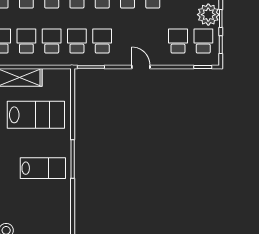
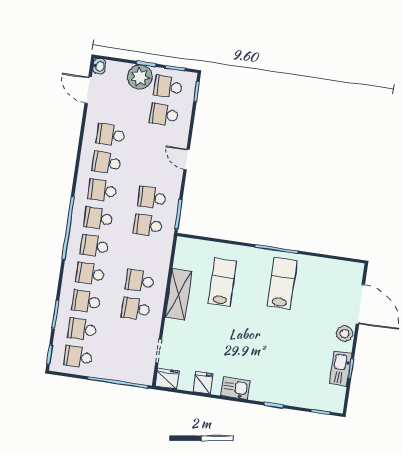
school desk: (52, 41) -> (144, 253), removed
door: (141, 67) -> (187, 159), hinge flipped
lab bench: (36, 115) -> (222, 282), width x0.73, depth x0.72

